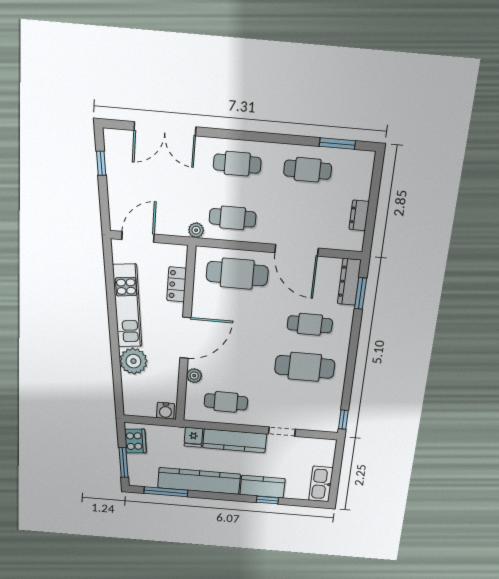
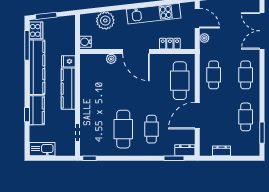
plant: (196, 230) -> (204, 38), moved
dresser: (349, 282) -> (185, 150), width x0.70
plant: (133, 361) -> (105, 21), moved
cafe table: (226, 402) -> (95, 81), removed
doorway: (282, 432) -> (78, 133), moved
cooker: (135, 441) -> (36, 30), moved, turned -84

